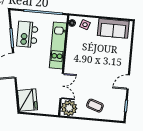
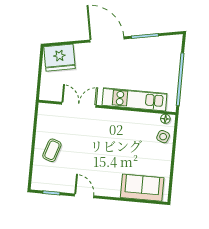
sofa: (113, 28) -> (142, 188), moved, turned 90
kitchen island: (27, 34) -> (150, 57), removed
double door: (62, 86) -> (79, 105), swing flipped
plant: (69, 108) -> (49, 115), removed

